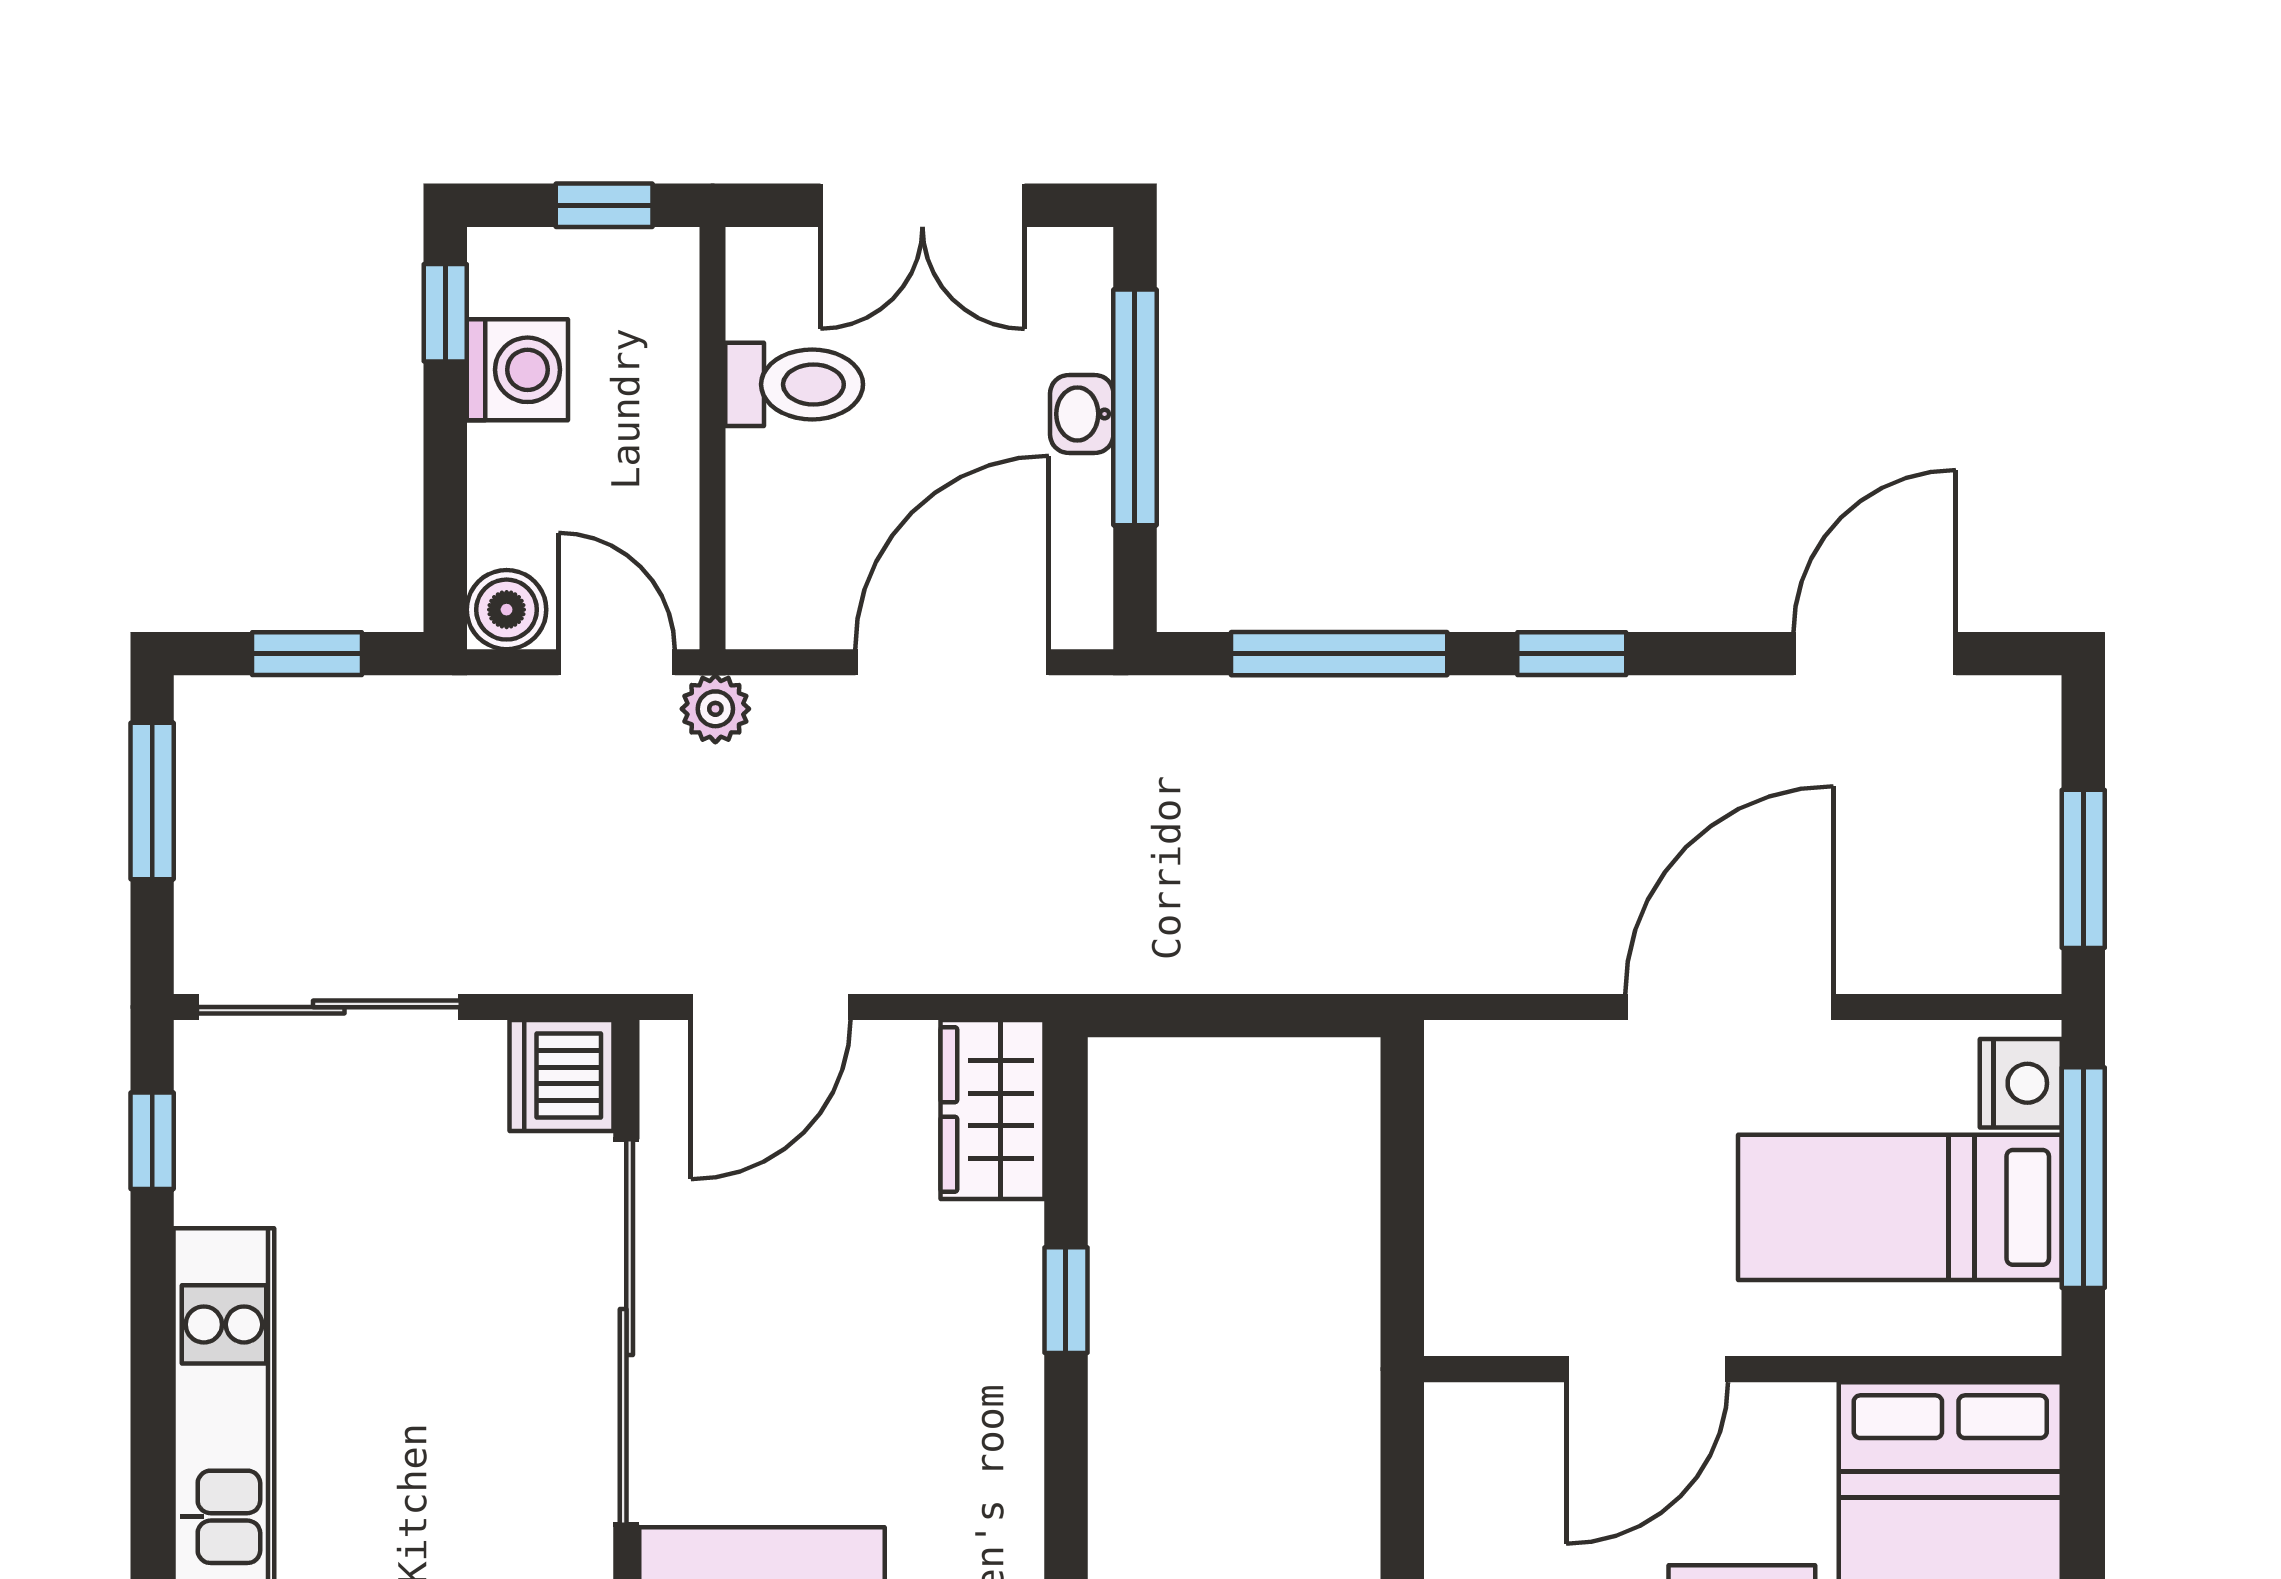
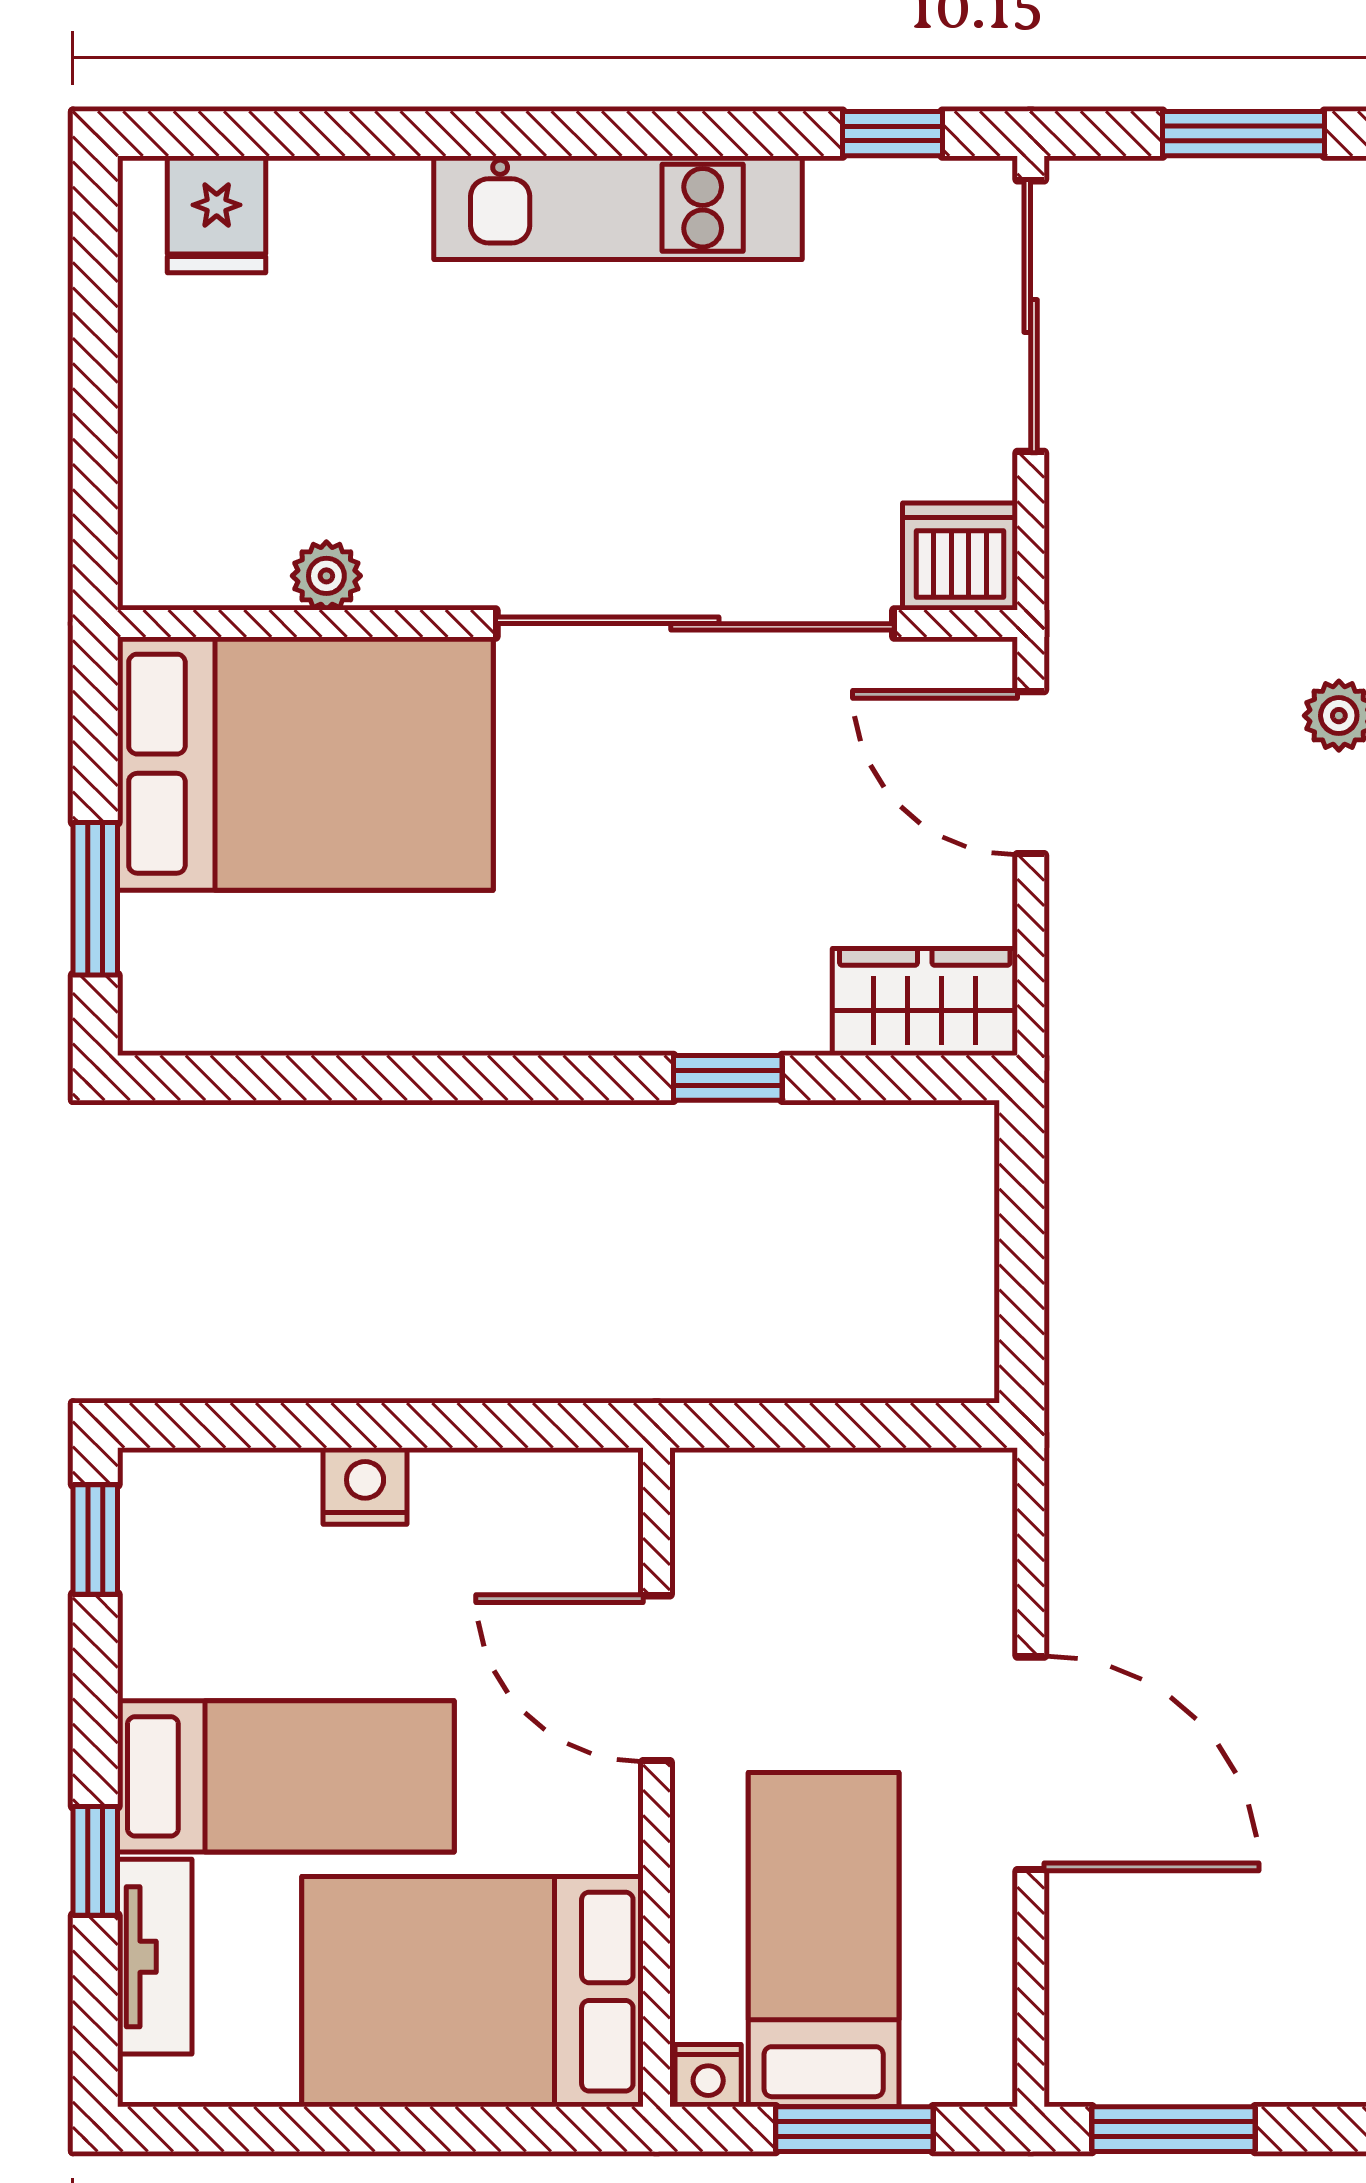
nightstand: (2021, 1083) -> (708, 2076), moved, width x0.72, depth x0.74
window: (2083, 1178) -> (854, 2129), width x0.69

